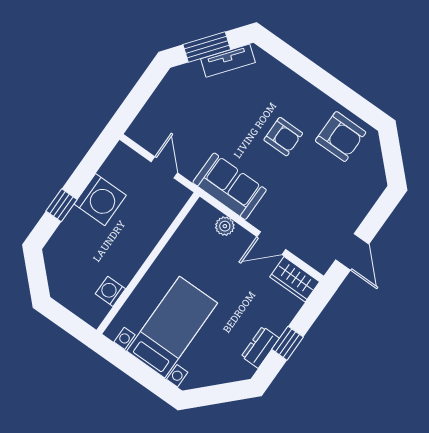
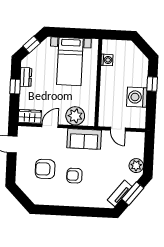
plant: (172, 89) -> (136, 166), added
armchair: (341, 137) -> (45, 169), moved
plant: (225, 226) -> (75, 116), width x1.87, depth x1.87
window: (217, 394) -> (32, 45), added

